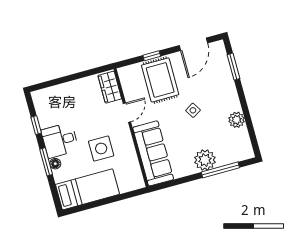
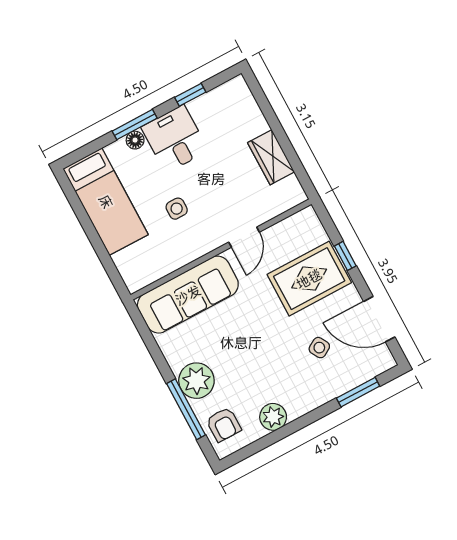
wardrobe: (110, 87) -> (271, 157), moved, turned -90
side table: (193, 110) -> (319, 348), moved
door: (127, 113) -> (244, 237), hinge flipped
side table: (101, 148) -> (177, 209), width x0.54, depth x0.54
armchair: (234, 150) -> (224, 425), added

